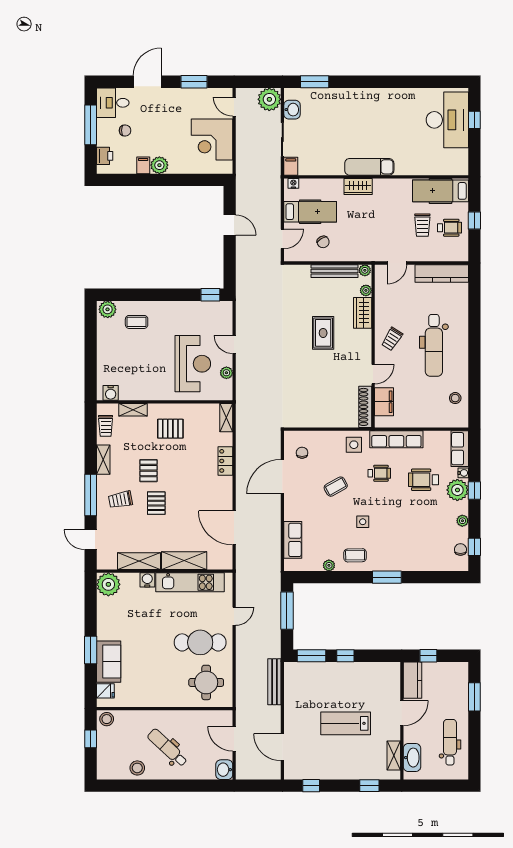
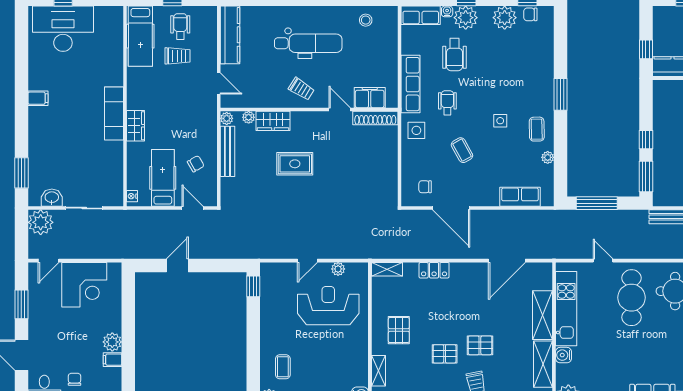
filing cabinet: (291, 166) -> (38, 98), moved, turned 180
plant: (462, 521) -> (505, 18), width x1.87, depth x1.87

